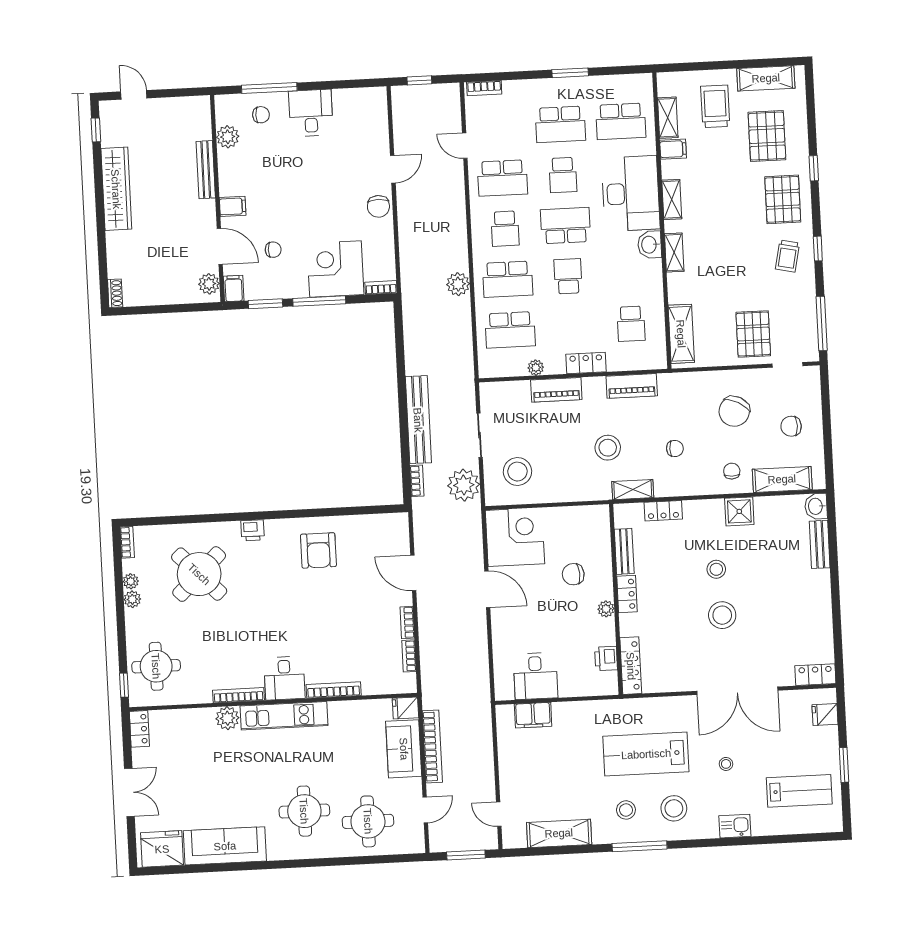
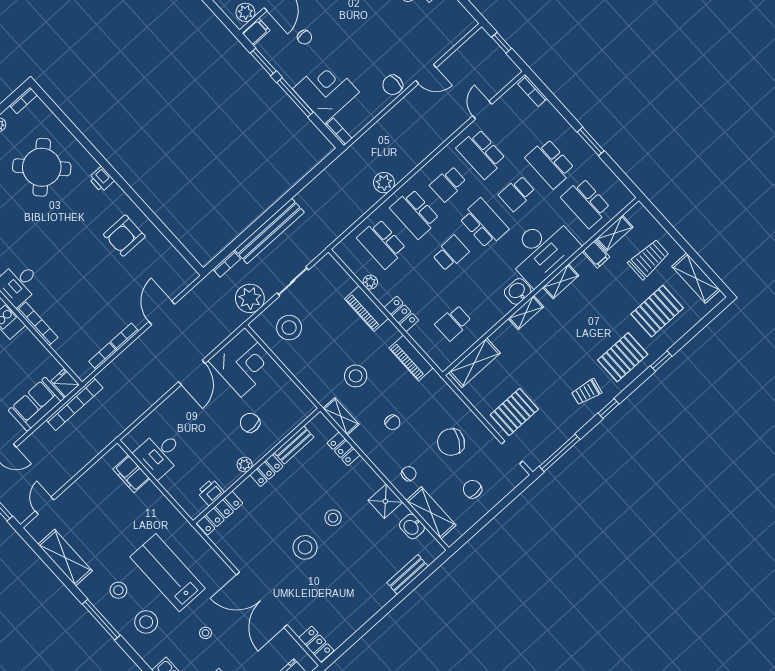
washbasin: (816, 506) -> (412, 527), moved, turned -90
bookcase: (432, 747) -> (75, 404), moved

